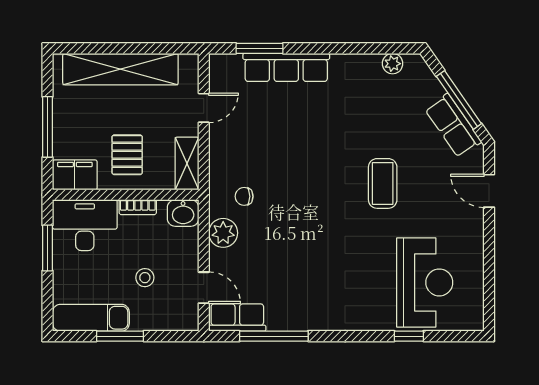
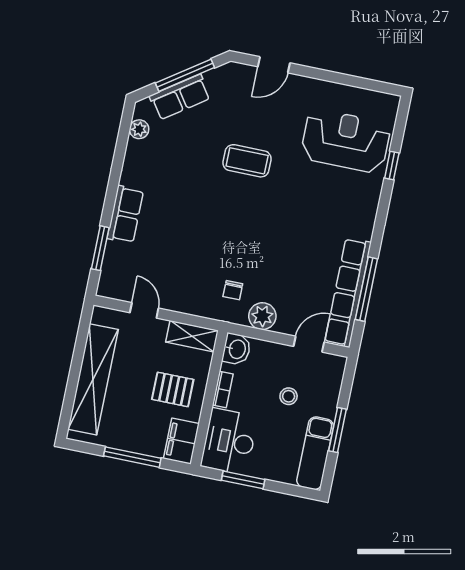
row of seats: (286, 67) -> (125, 214), width x0.68
row of seats: (453, 126) -> (180, 97), moved
row of seats: (237, 318) -> (348, 292), width x2.02

